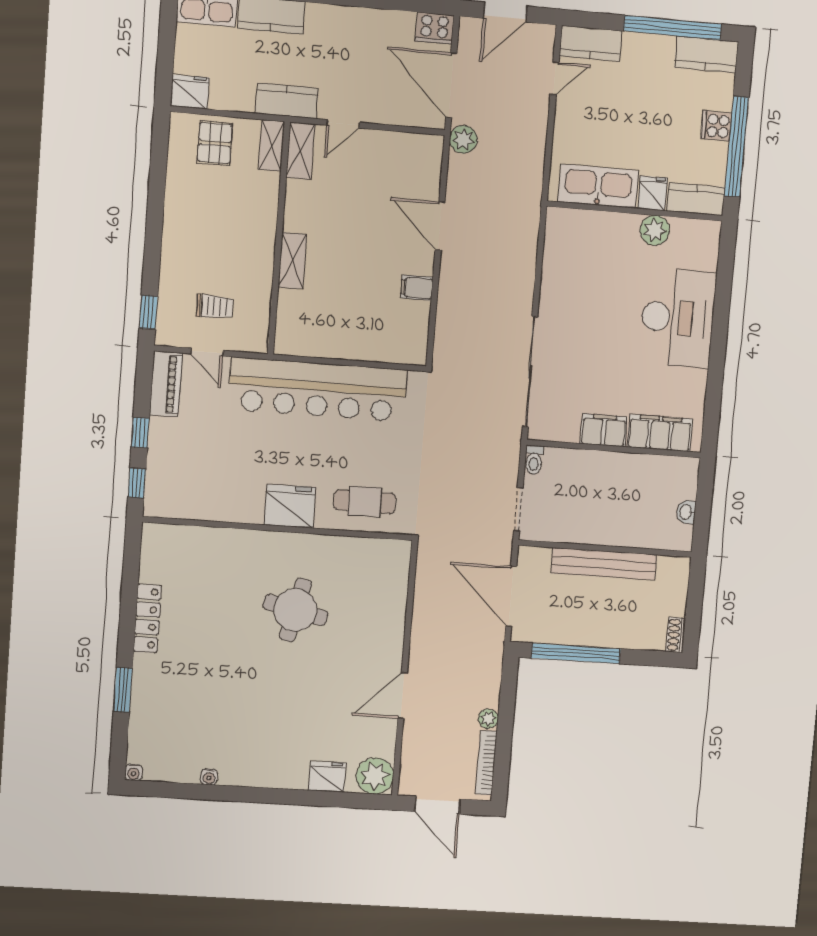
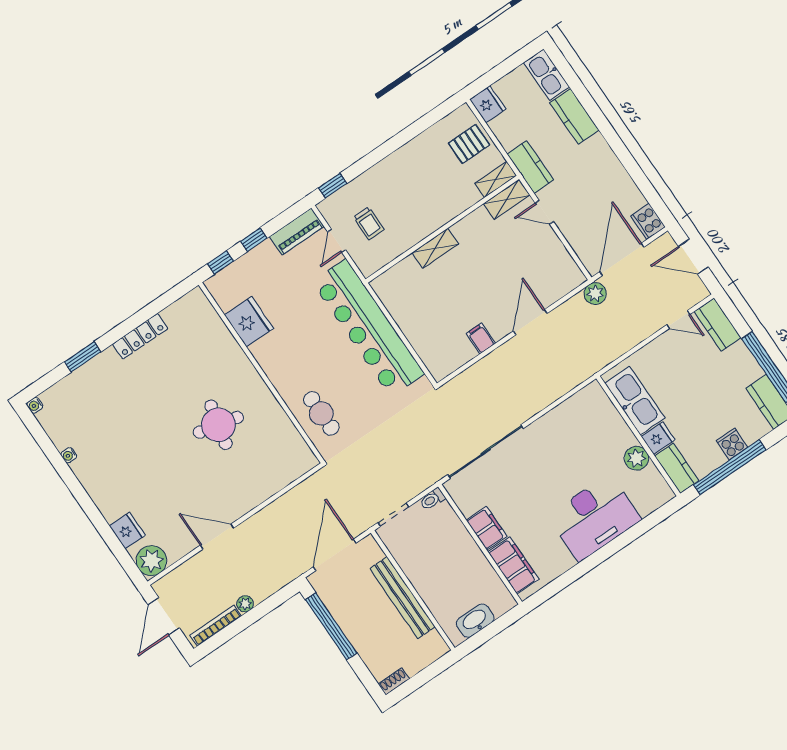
fridge: (290, 506) -> (249, 322), moved
washbasin: (686, 512) -> (475, 621), width x1.91, depth x1.45

